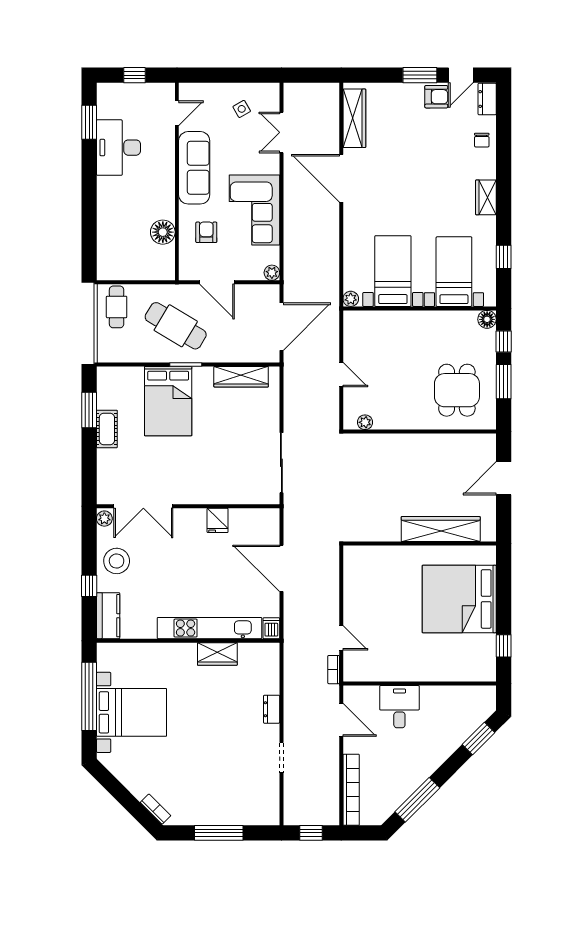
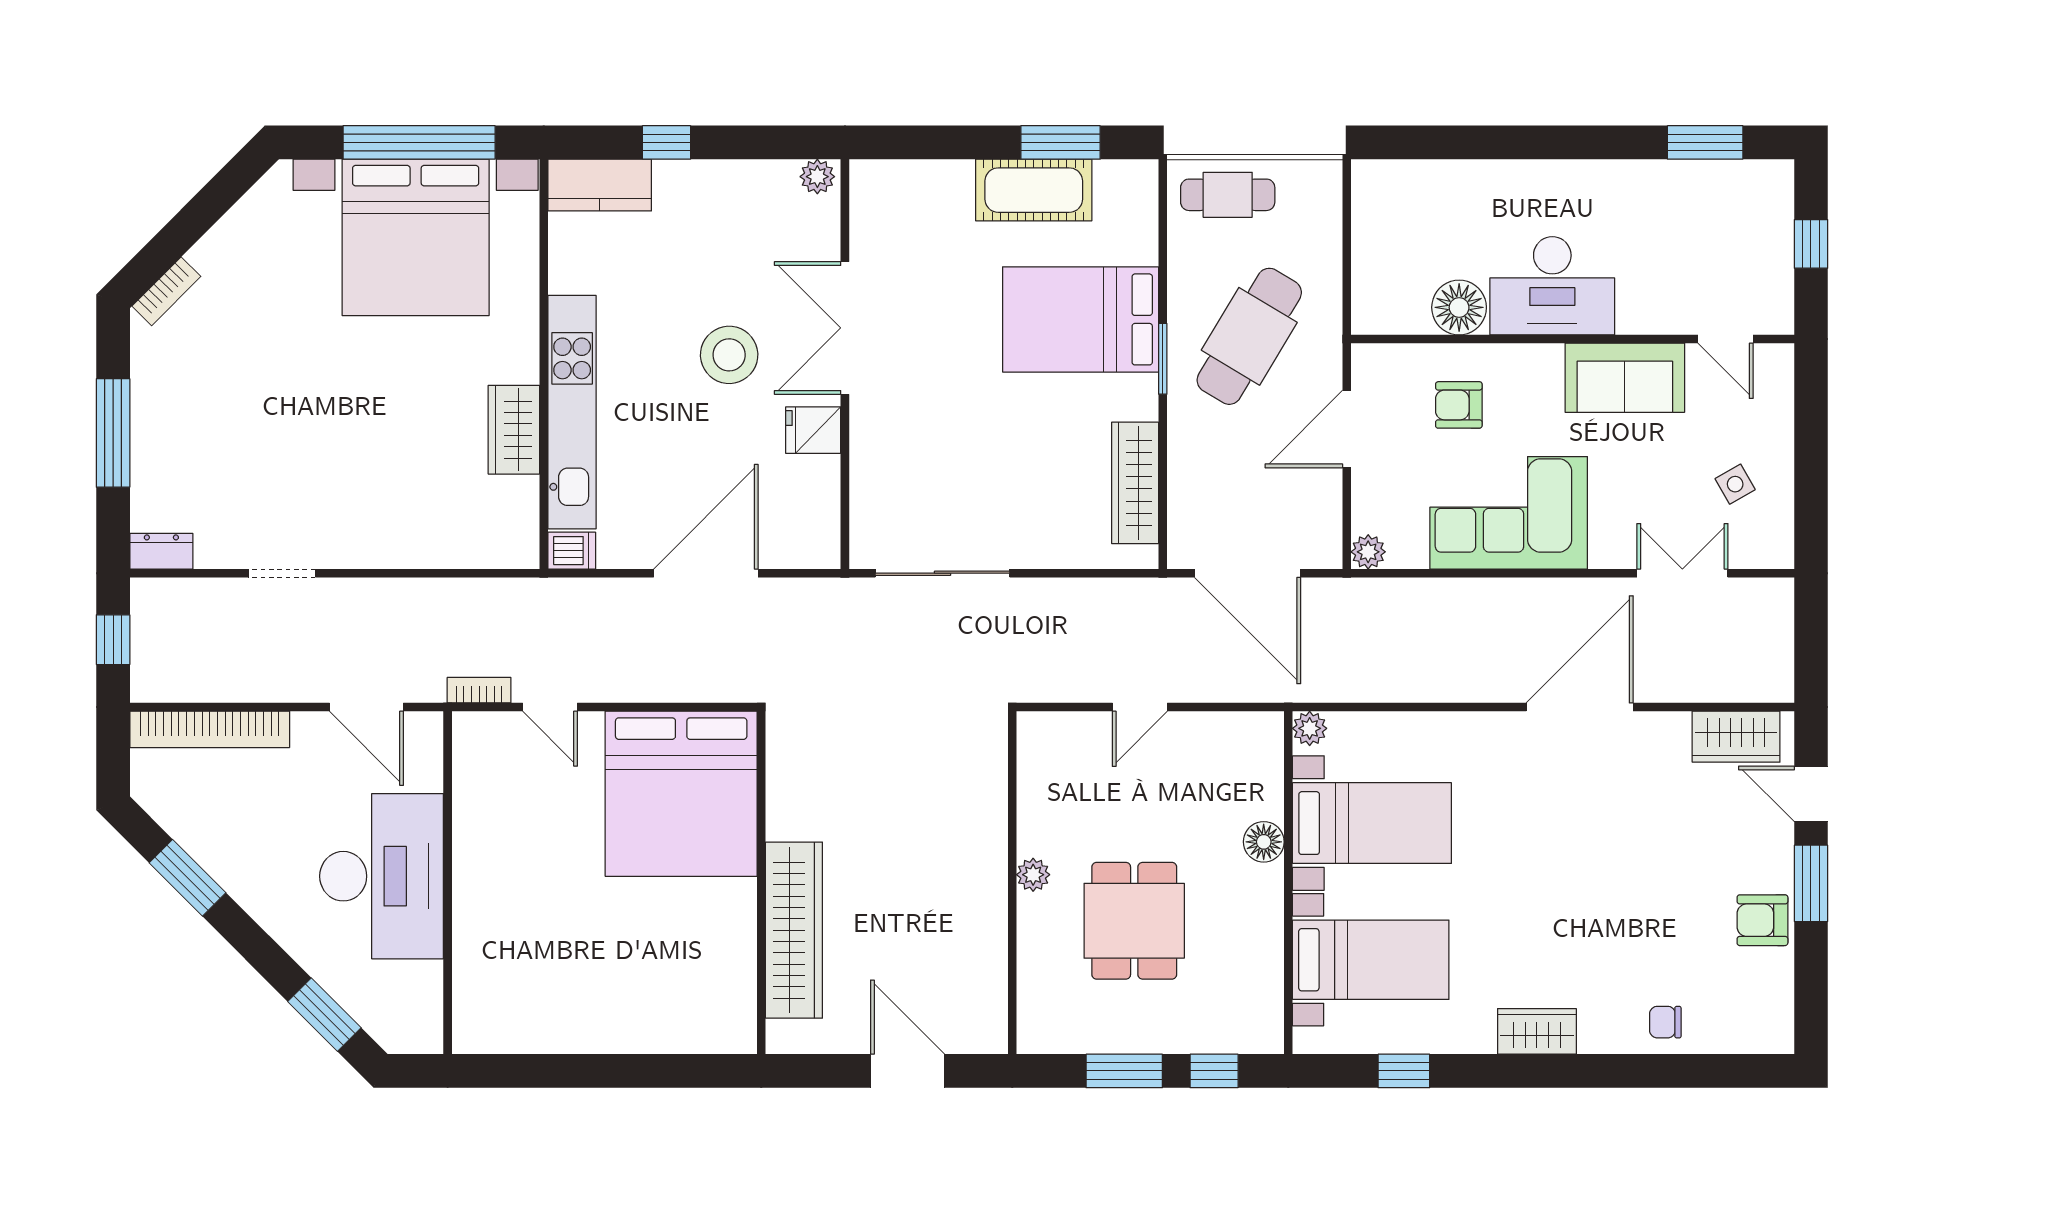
door: (461, 75) -> (1811, 794), moved
armchair: (436, 97) -> (1762, 920), turned 90
dresser: (487, 99) -> (1757, 1034), removed
wardrobe: (354, 118) -> (1736, 737), width x0.67
desk: (119, 148) -> (1552, 286), moved, turned 180
sofa: (194, 168) -> (1625, 378), width x0.73
armchair: (206, 232) -> (1459, 405), turned 180
cafe table: (117, 307) -> (1228, 195), moved
floor lamp: (487, 319) -> (1264, 842), moved
dining table: (457, 390) -> (1134, 921), moved, turned 90
plant: (365, 422) -> (1033, 875), moved
cot: (107, 429) -> (1034, 190), width x1.37, depth x1.34
double door: (143, 506) -> (845, 328), moved
stool: (117, 561) -> (729, 355), moved
bed: (459, 599) -> (681, 794), moved, turned 180
door: (341, 638) -> (550, 707), hinge flipped
window: (504, 646) -> (532, 1071), removed
desk: (399, 707) -> (382, 876), width x1.87, depth x1.30
dresser: (272, 709) -> (161, 551), moved
bed with nightstands: (132, 712) -> (416, 237), width x1.36
door: (341, 720) -> (366, 707), hinge flipped
window: (417, 800) -> (187, 878), width x0.69

